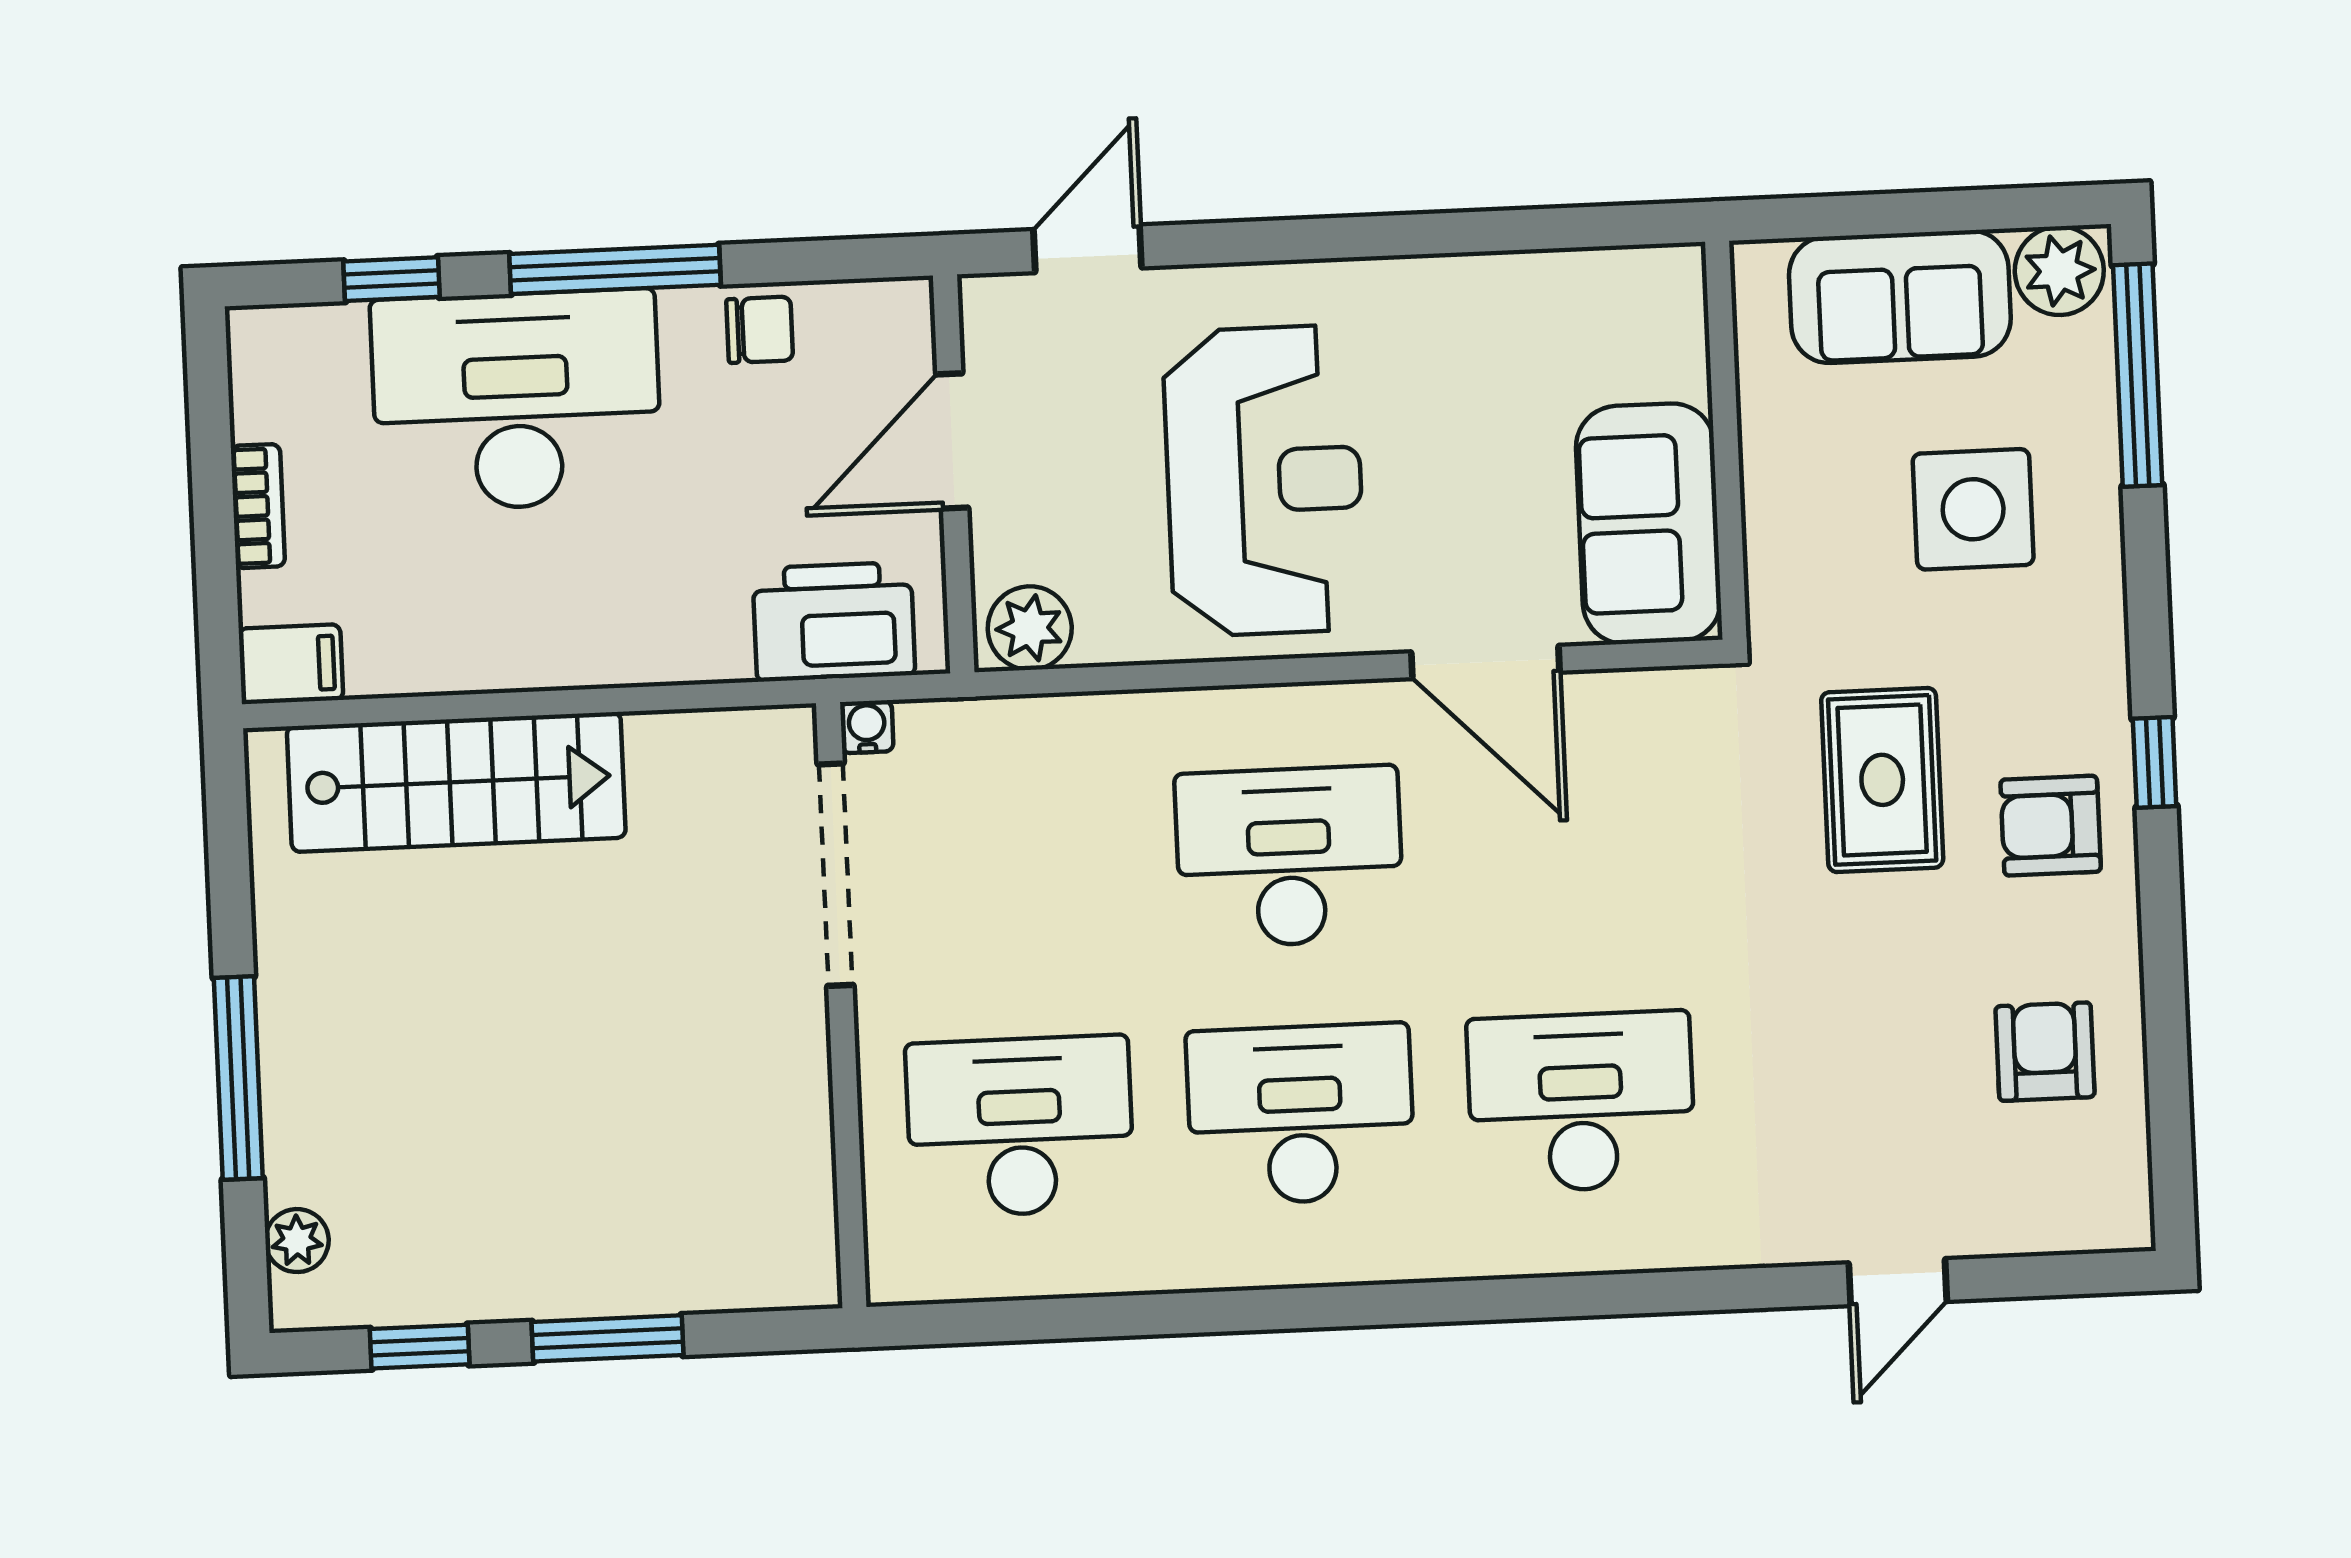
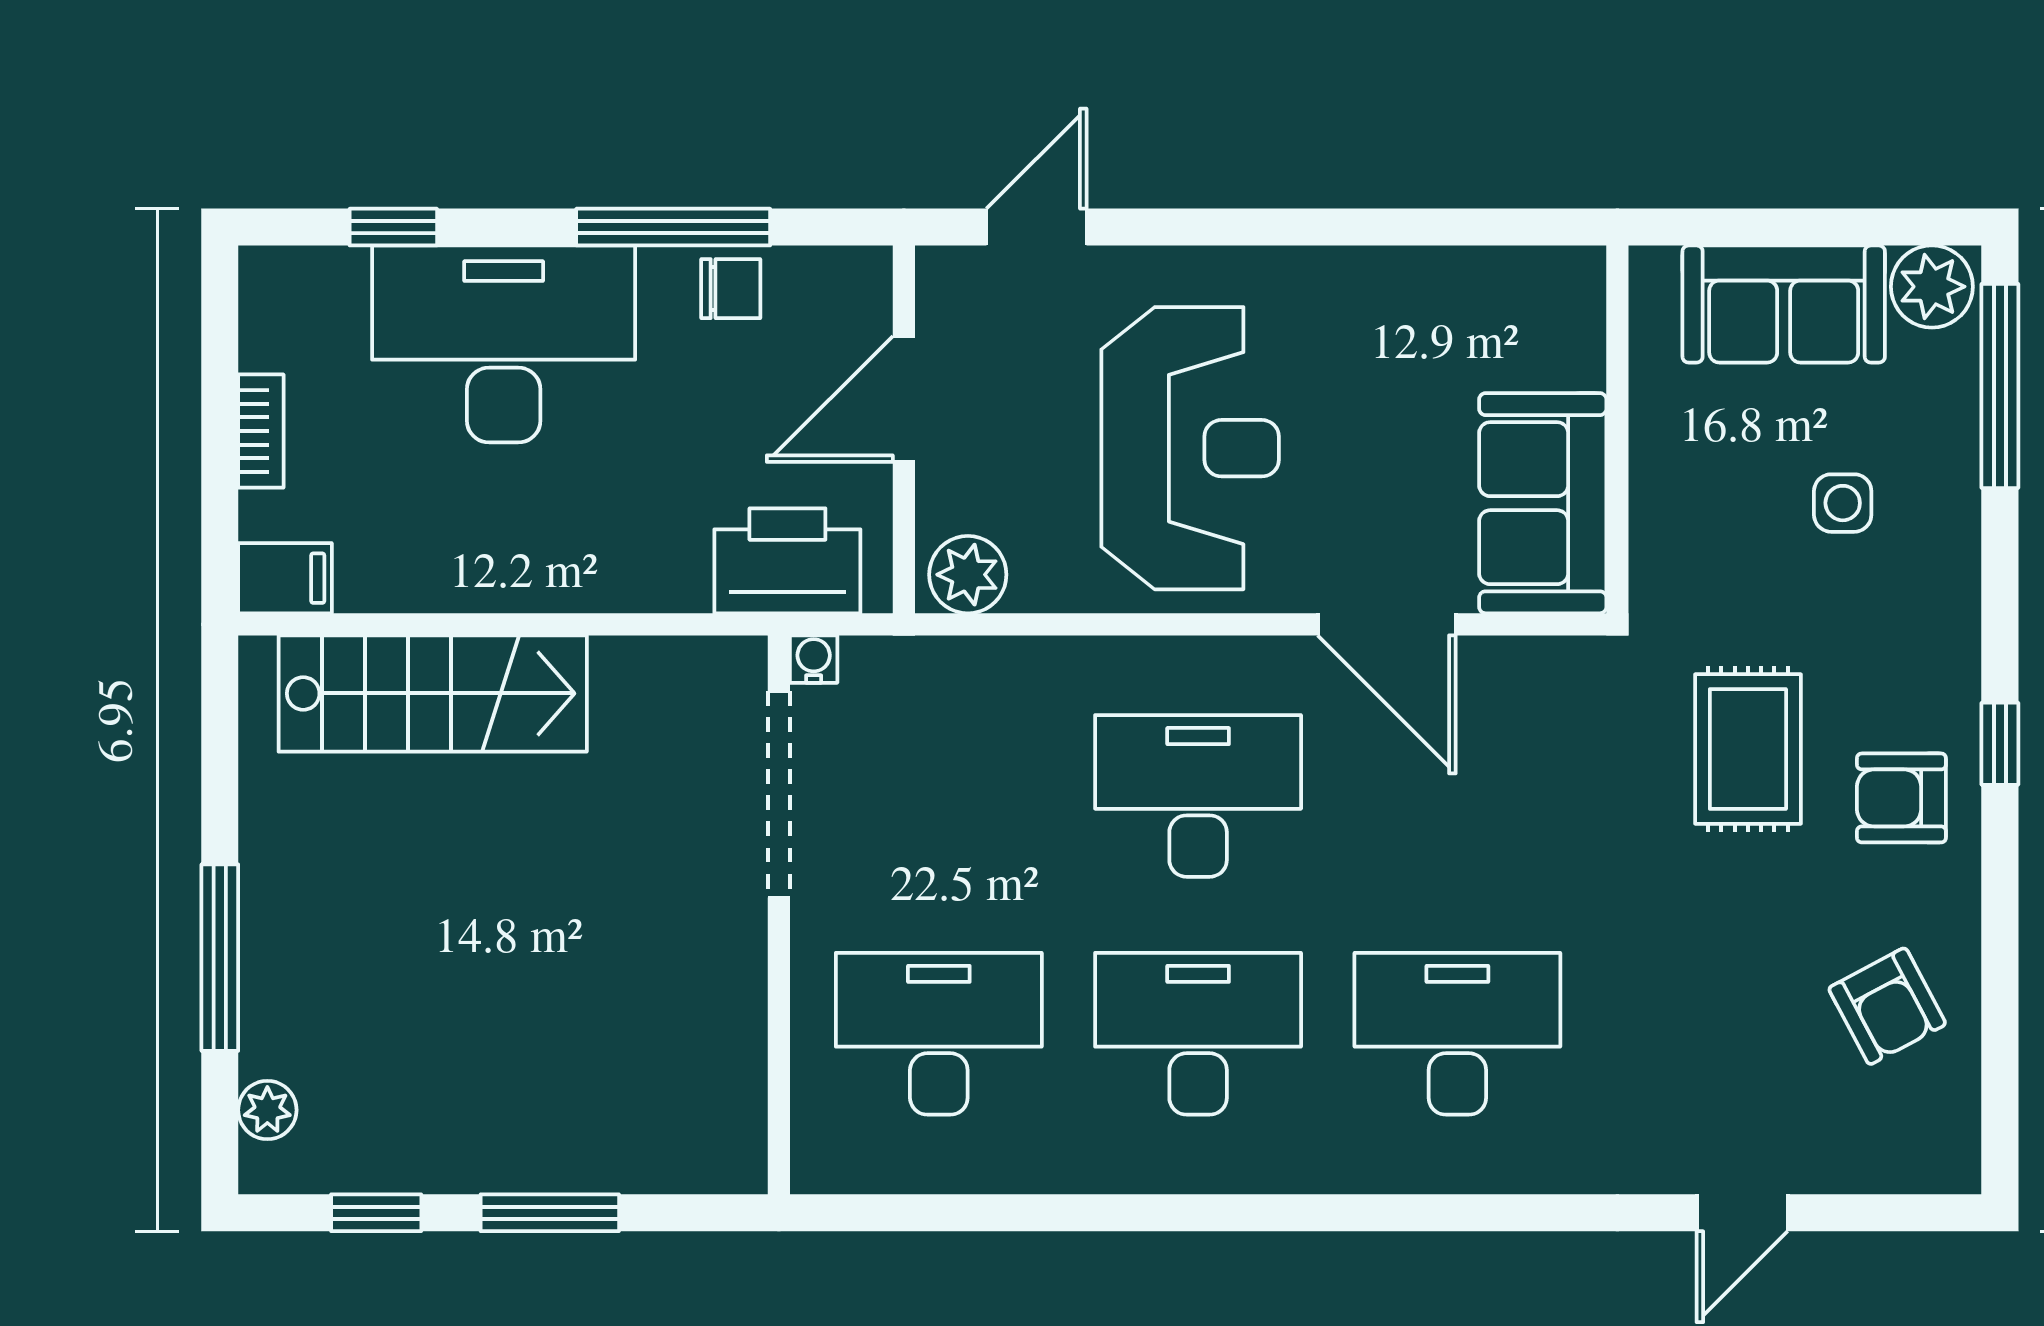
window: (615, 269) -> (673, 227), moved
side table: (1973, 509) -> (1843, 503), width x0.54, depth x0.54
armchair: (2045, 1052) -> (1887, 1006), turned 152

